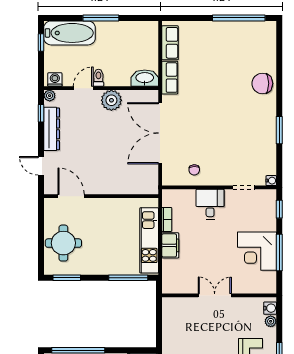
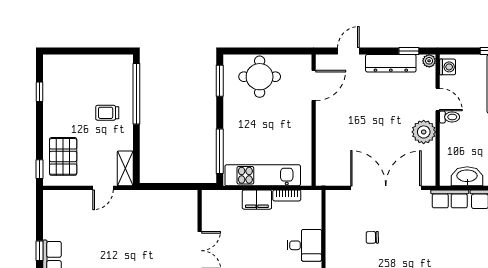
washbasin: (145, 78) -> (467, 176), moved, turned -90
chair: (194, 170) -> (372, 237), moved

